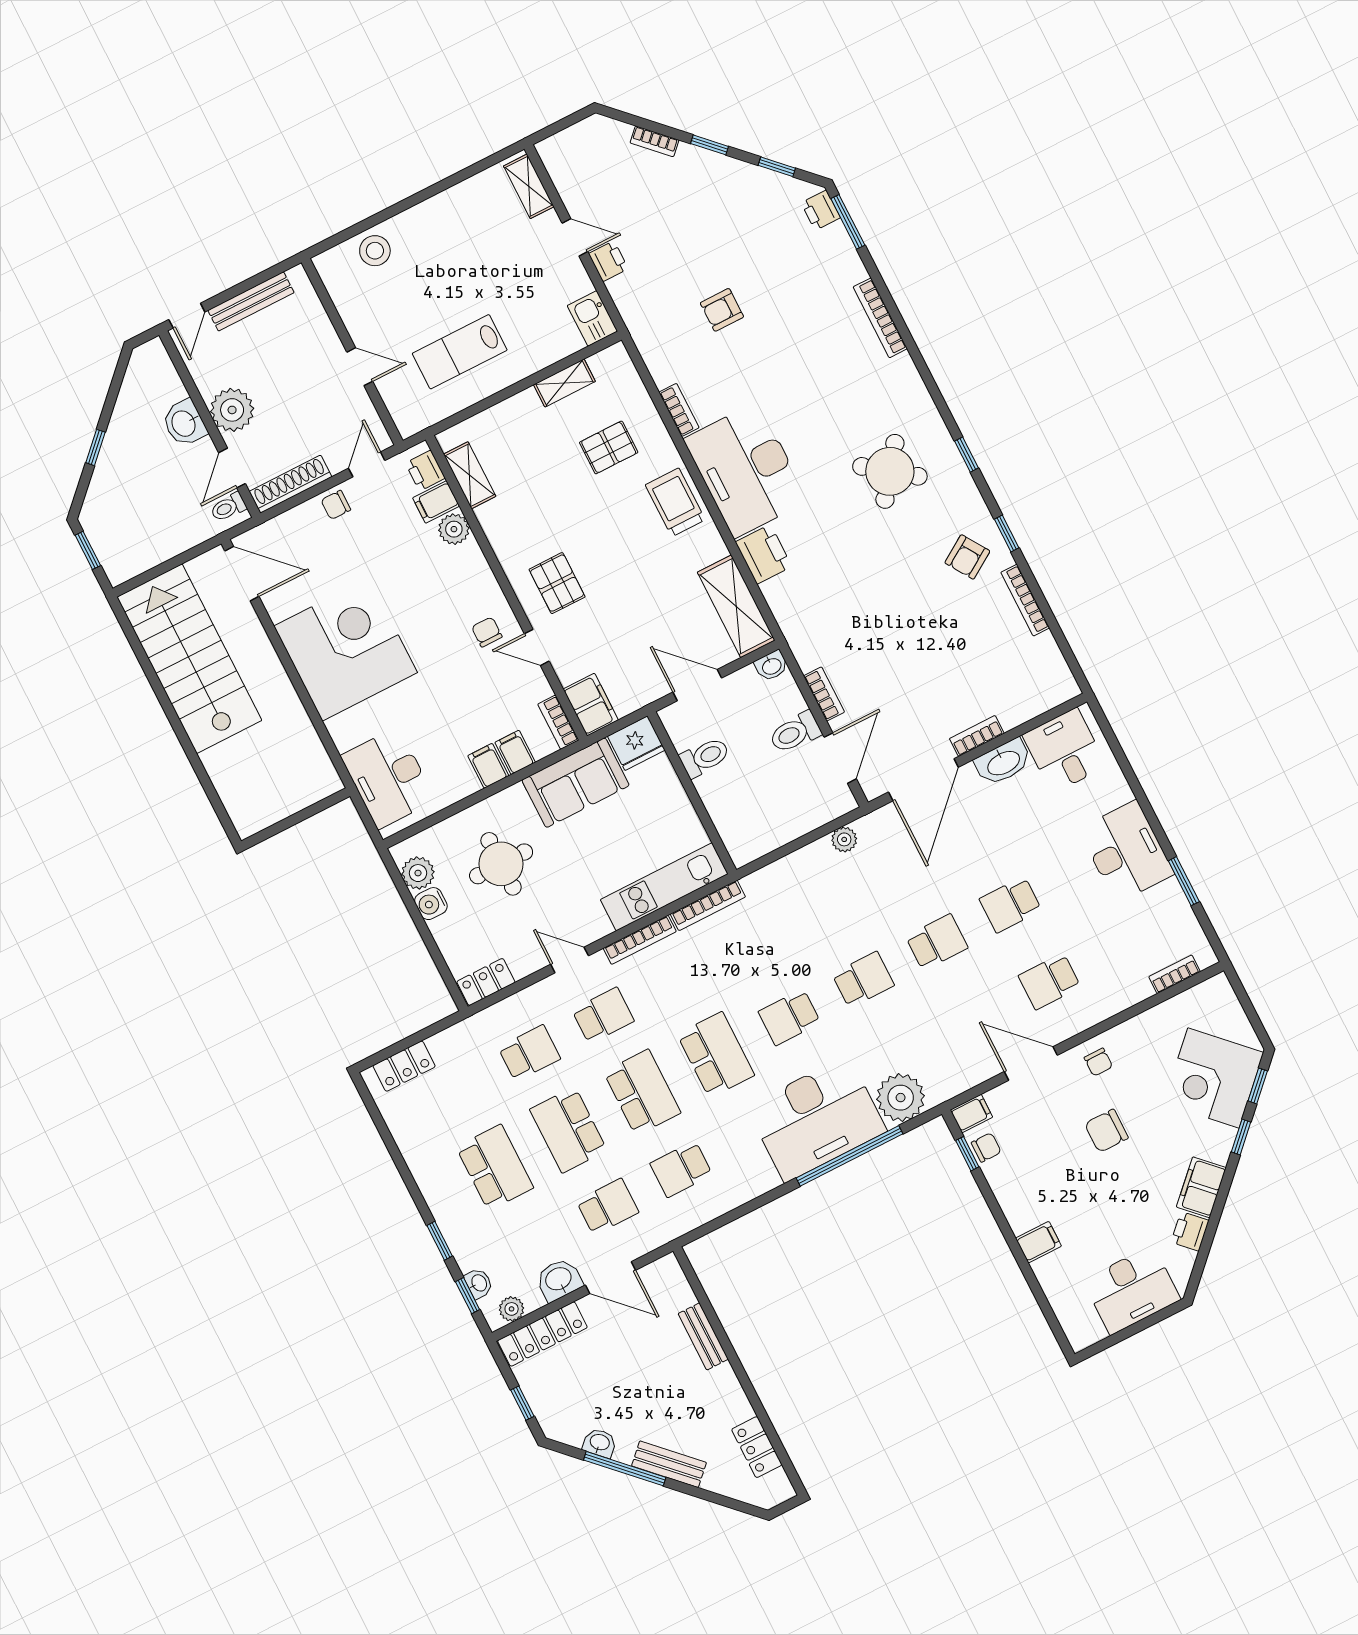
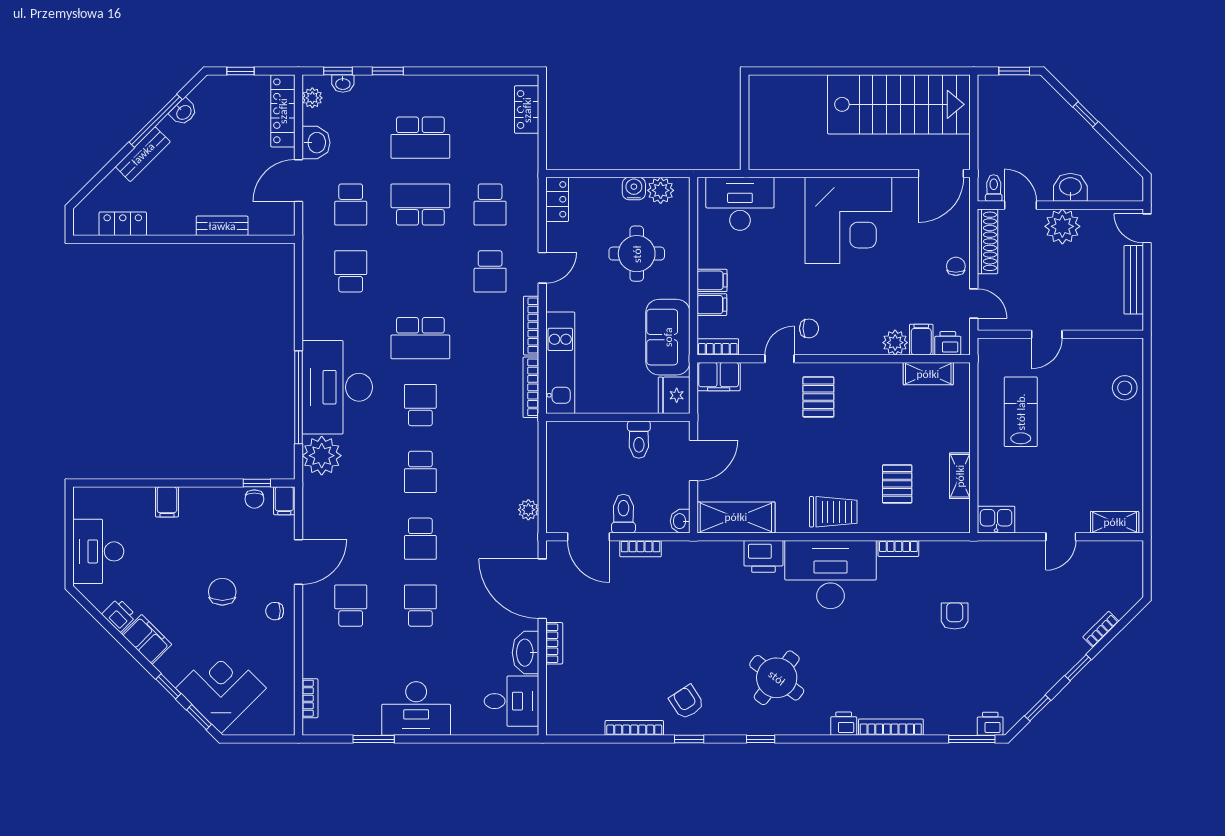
printer: (608, 261) -> (844, 724), moved, turned 180
pallet: (557, 583) -> (818, 397), turned 90
school desk: (642, 1092) -> (420, 271), removed

